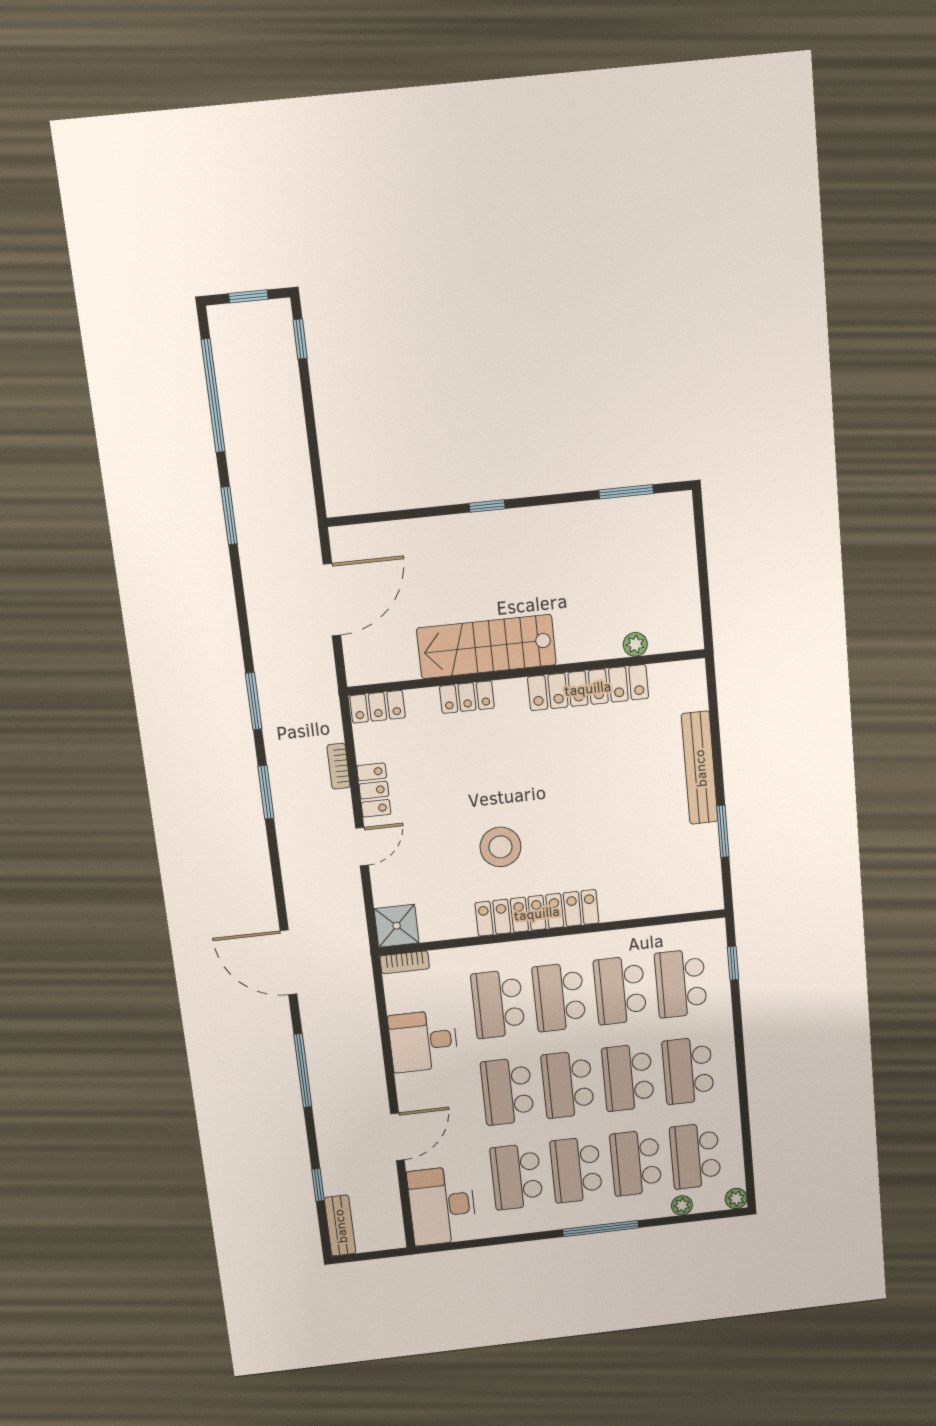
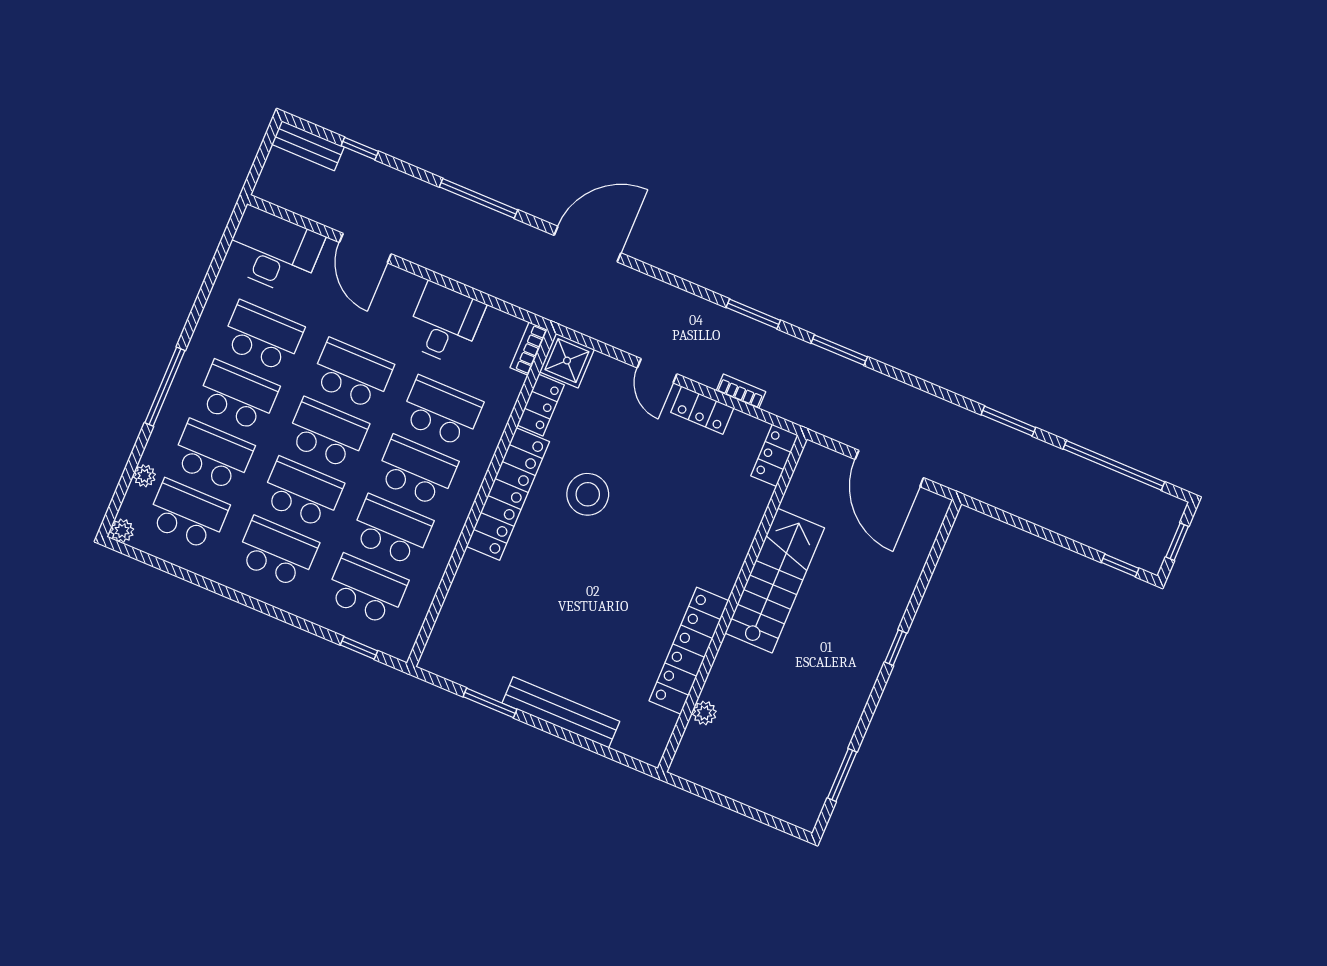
locker: (467, 697) -> (541, 405), moved, turned 180

